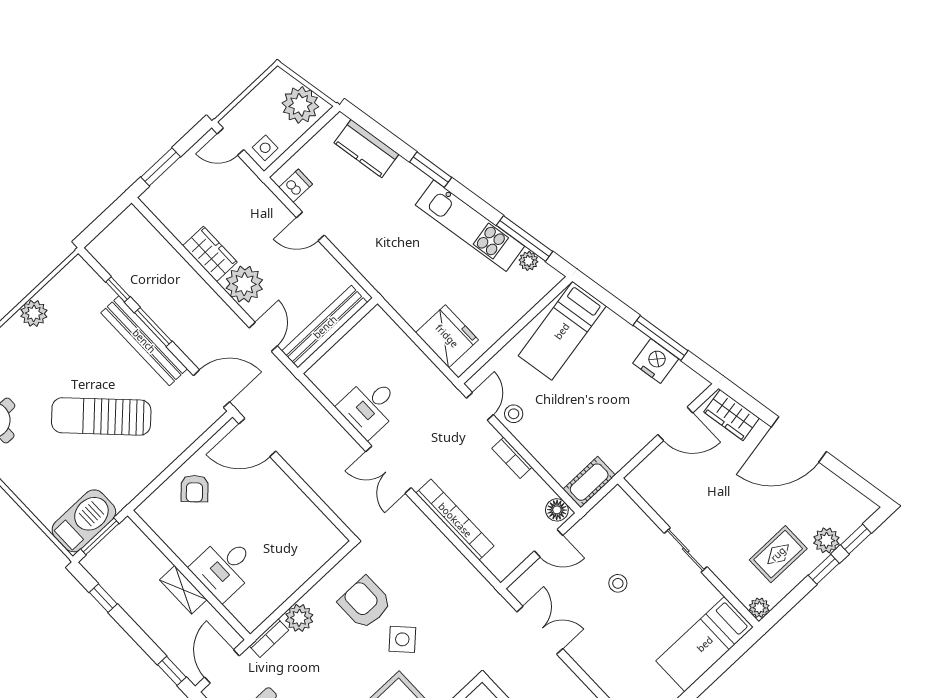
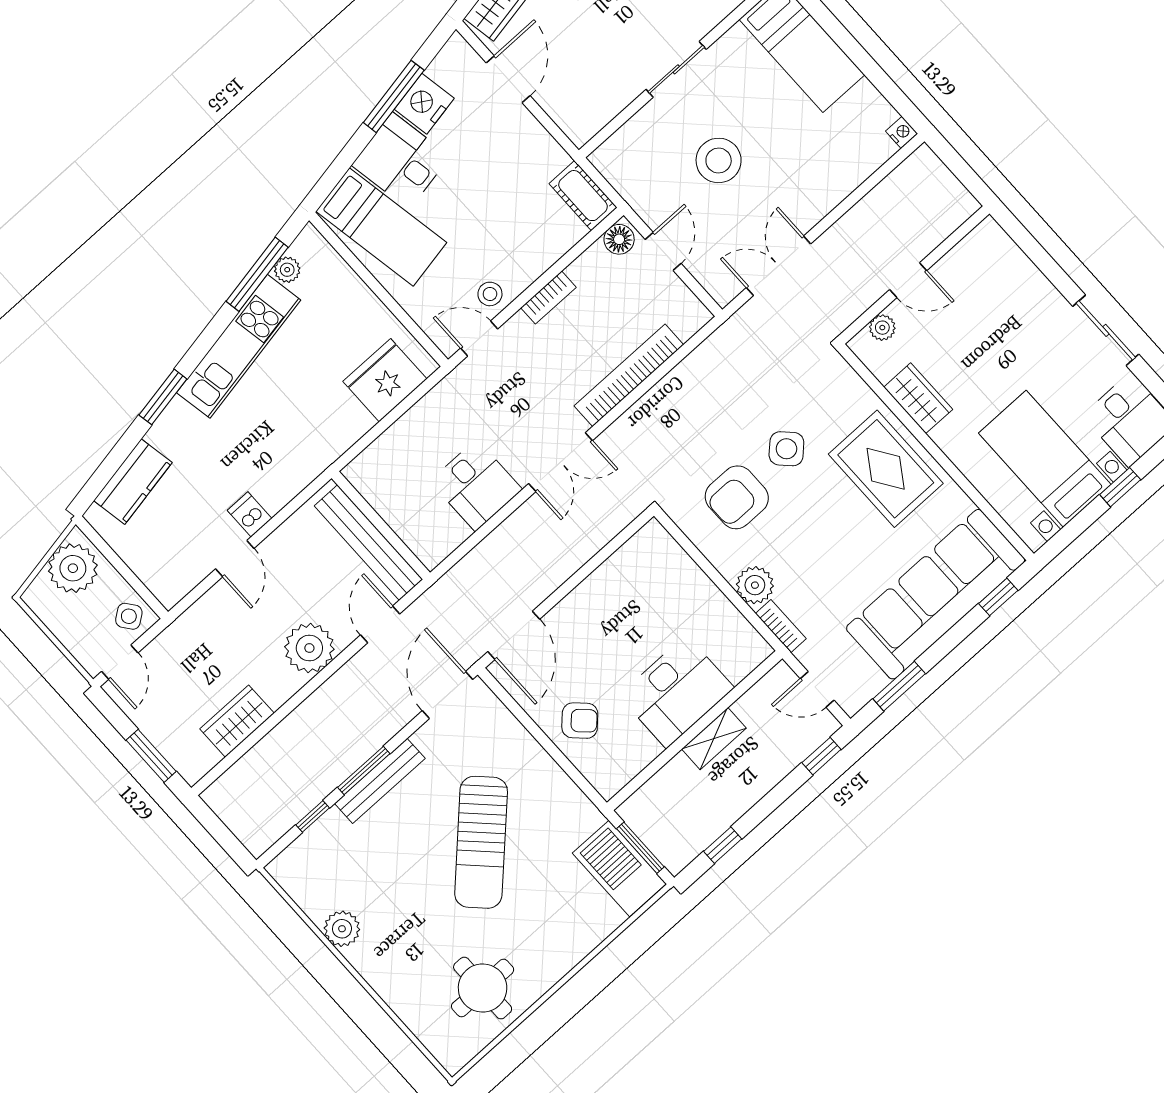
side table: (265, 148) -> (129, 616), turned -37
dishwasher: (296, 186) -> (250, 514), moved
wardrobe: (210, 254) -> (237, 721), moved
door: (263, 337) -> (380, 624), hinge flipped
bench: (144, 341) -> (380, 781), width x0.73, depth x0.82
desk: (612, 344) -> (401, 161), added
desk: (224, 568) -> (676, 692), width x1.37
stool: (618, 583) -> (719, 160), width x1.89, depth x1.89
door: (222, 666) -> (817, 689), width x0.73

